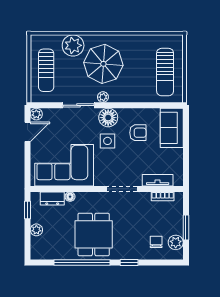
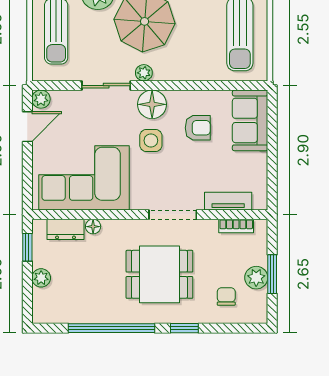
dining table: (94, 234) -> (159, 274), moved, turned 90
plant: (176, 242) -> (256, 278), moved

